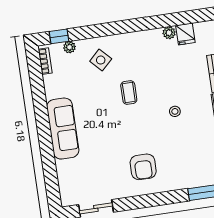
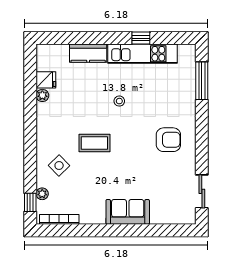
bookcase: (45, 61) -> (59, 219), width x1.56
coffee table: (129, 93) -> (94, 143), width x1.36, depth x1.30
sofa: (63, 129) -> (128, 212), width x0.73

